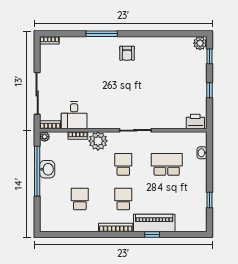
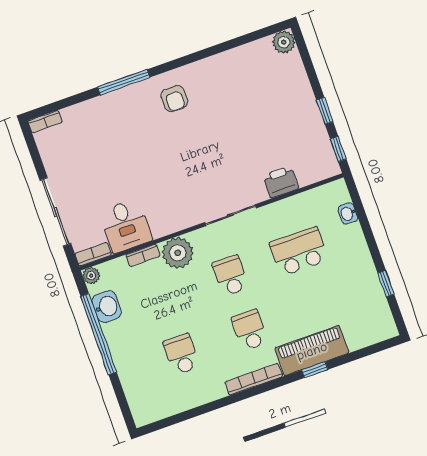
window: (209, 56) -> (338, 149), moved
printer: (195, 122) -> (281, 182), moved
washbasin: (47, 169) -> (107, 307), moved

